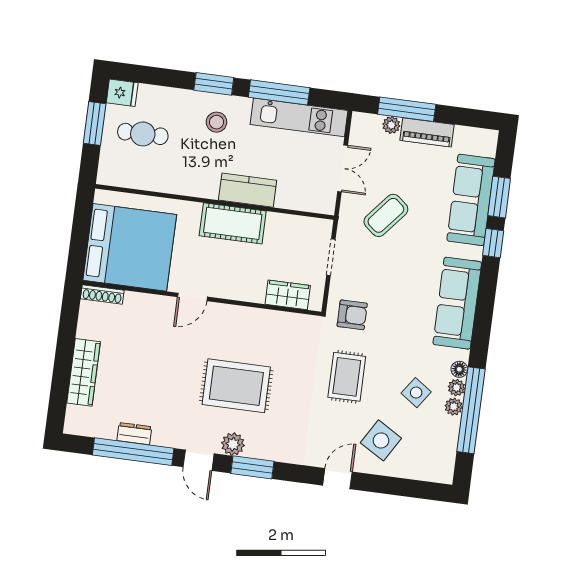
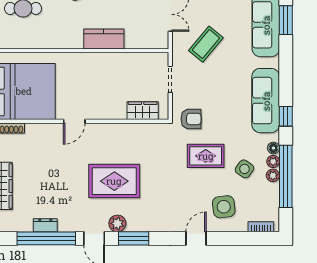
cot: (233, 223) -> (96, 64), removed
window: (493, 243) -> (286, 116), moved
rug: (347, 377) -> (206, 156), moved, turned 90
side table: (381, 440) -> (224, 207), turned -38
bookcase: (428, 475) -> (261, 227), added

